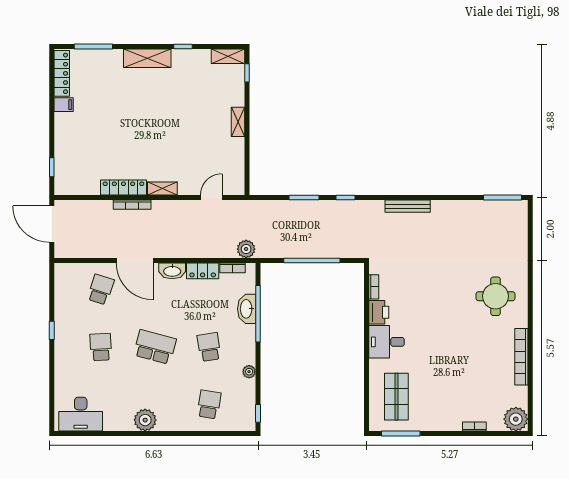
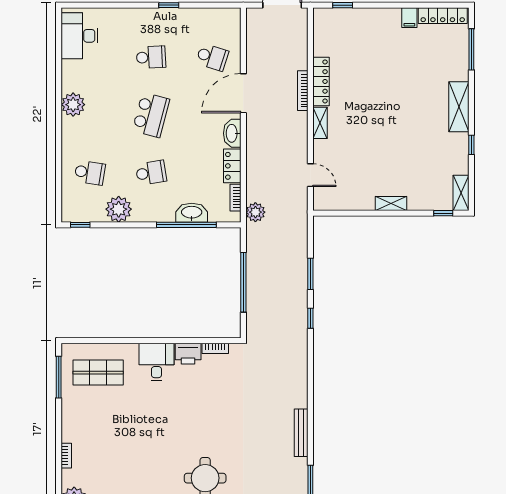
bench: (408, 206) -> (301, 433), moved
plant: (249, 372) -> (119, 209), width x1.87, depth x1.87

